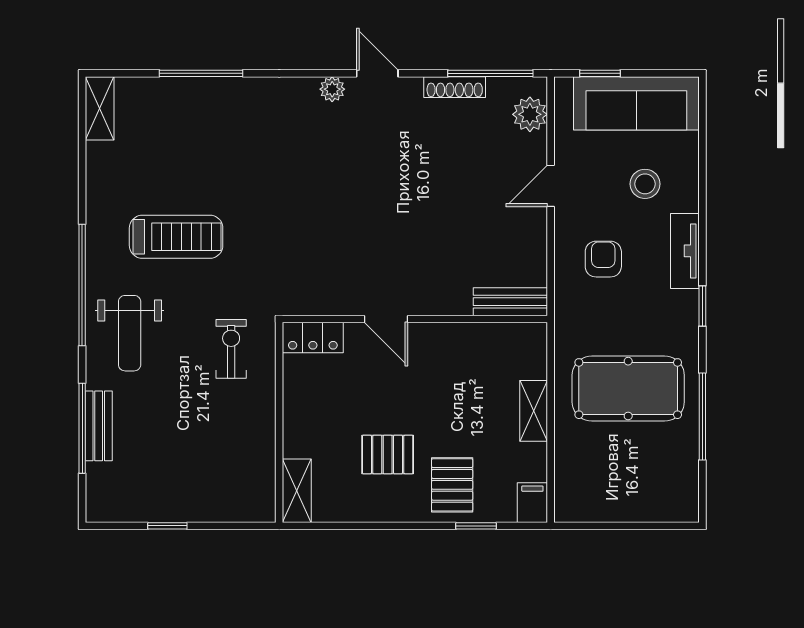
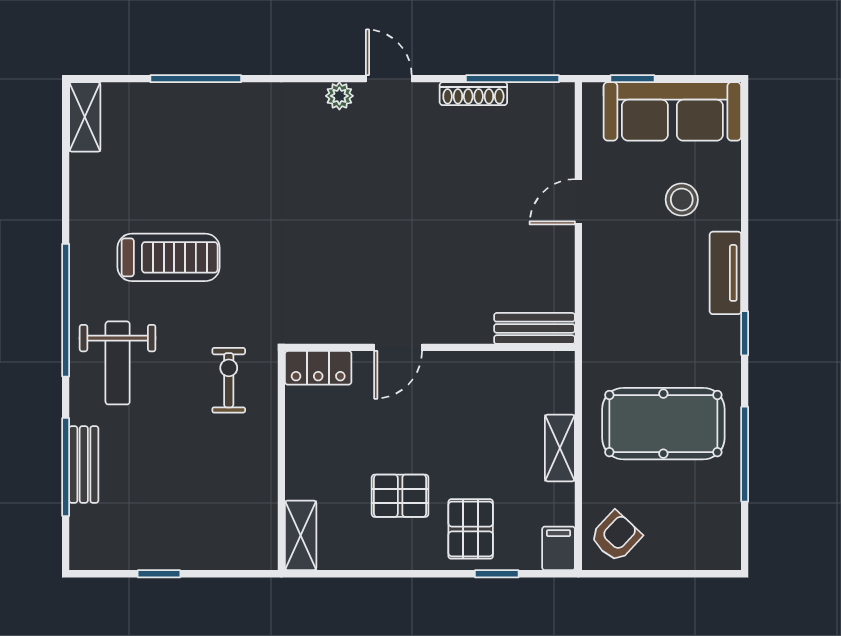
plant: (530, 114) -> (556, 123), removed
armchair: (603, 259) -> (616, 536), moved, turned 43
door: (386, 319) -> (398, 347), hinge flipped

